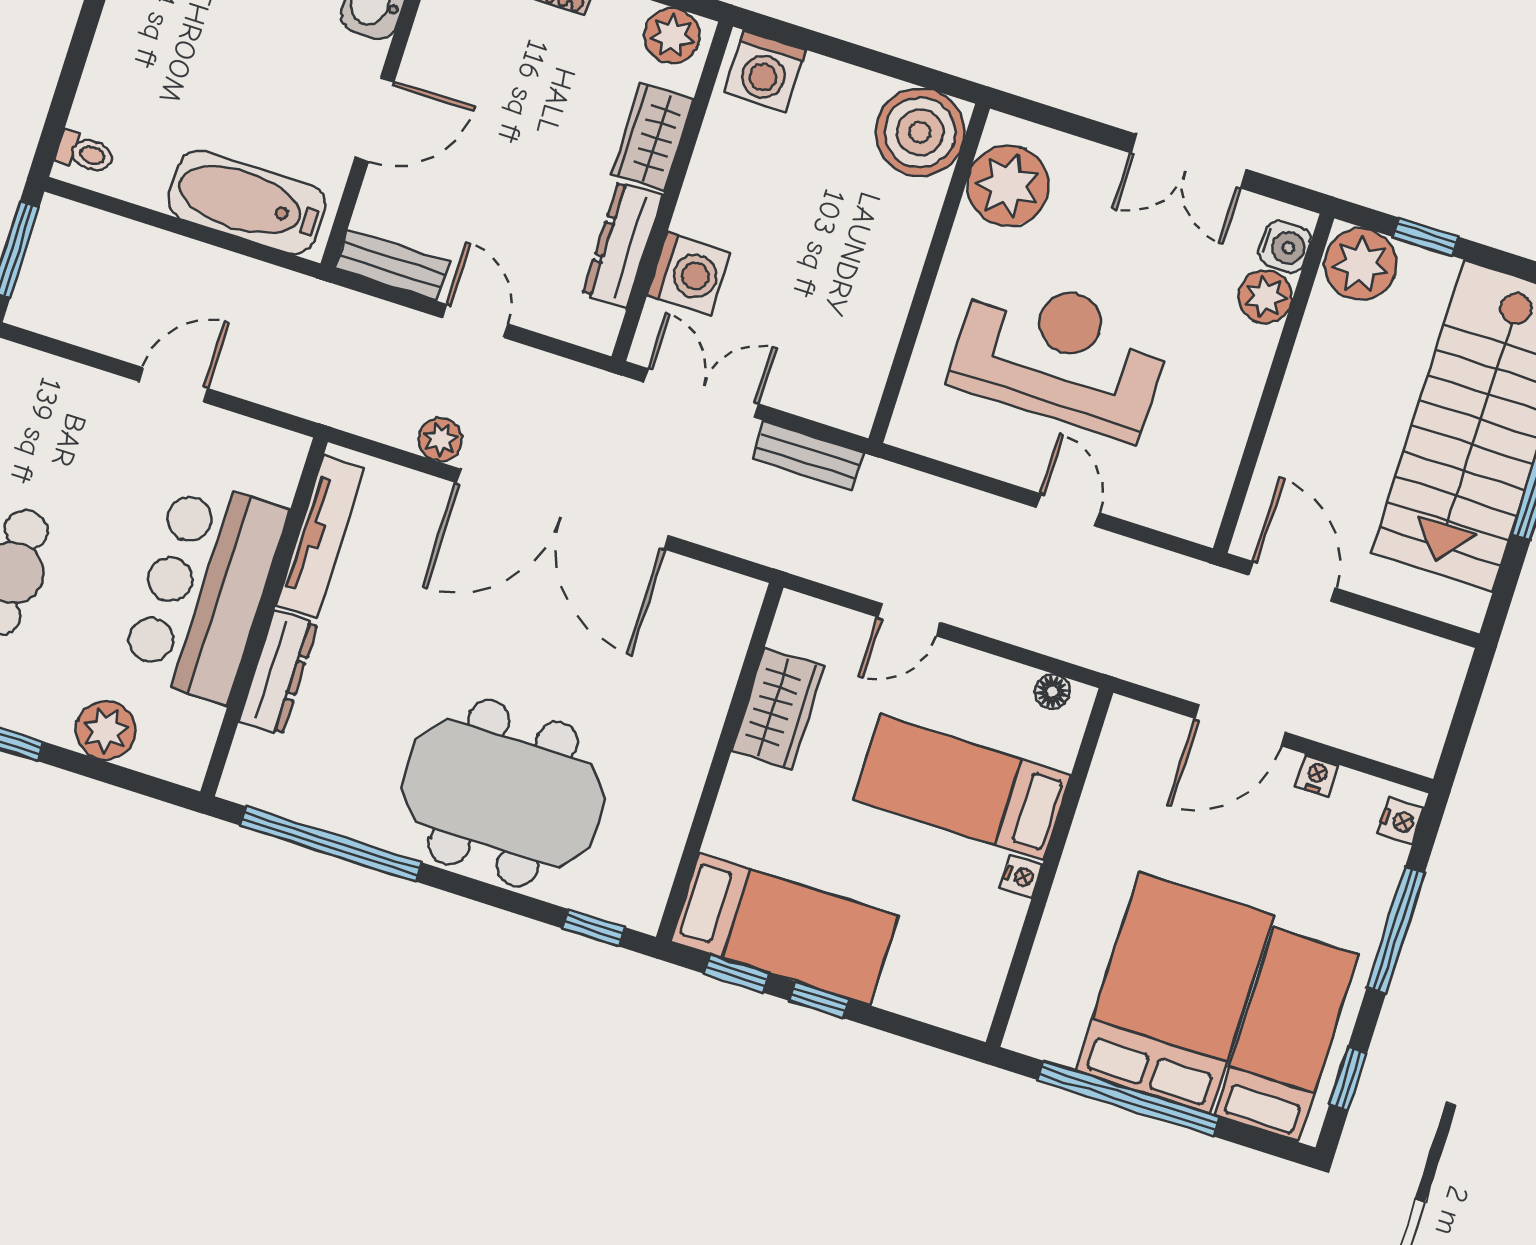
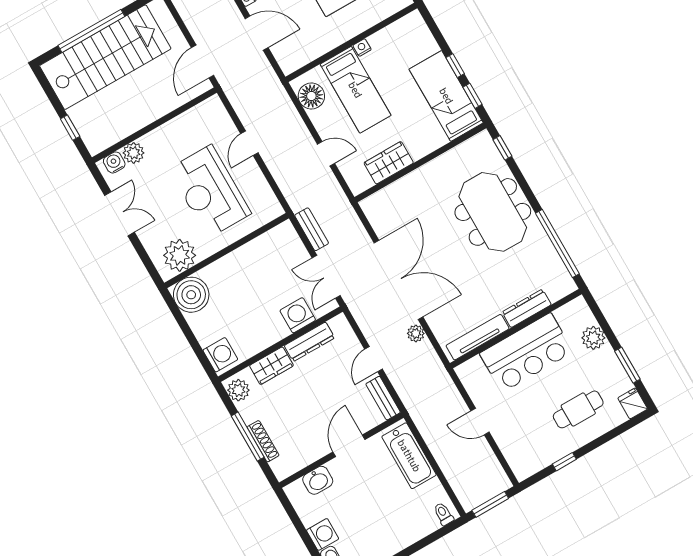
door: (375, 120) -> (349, 446), hinge flipped
plant: (1360, 264) -> (97, 137), removed
floor lamp: (1052, 692) -> (311, 96), width x1.89, depth x1.89

